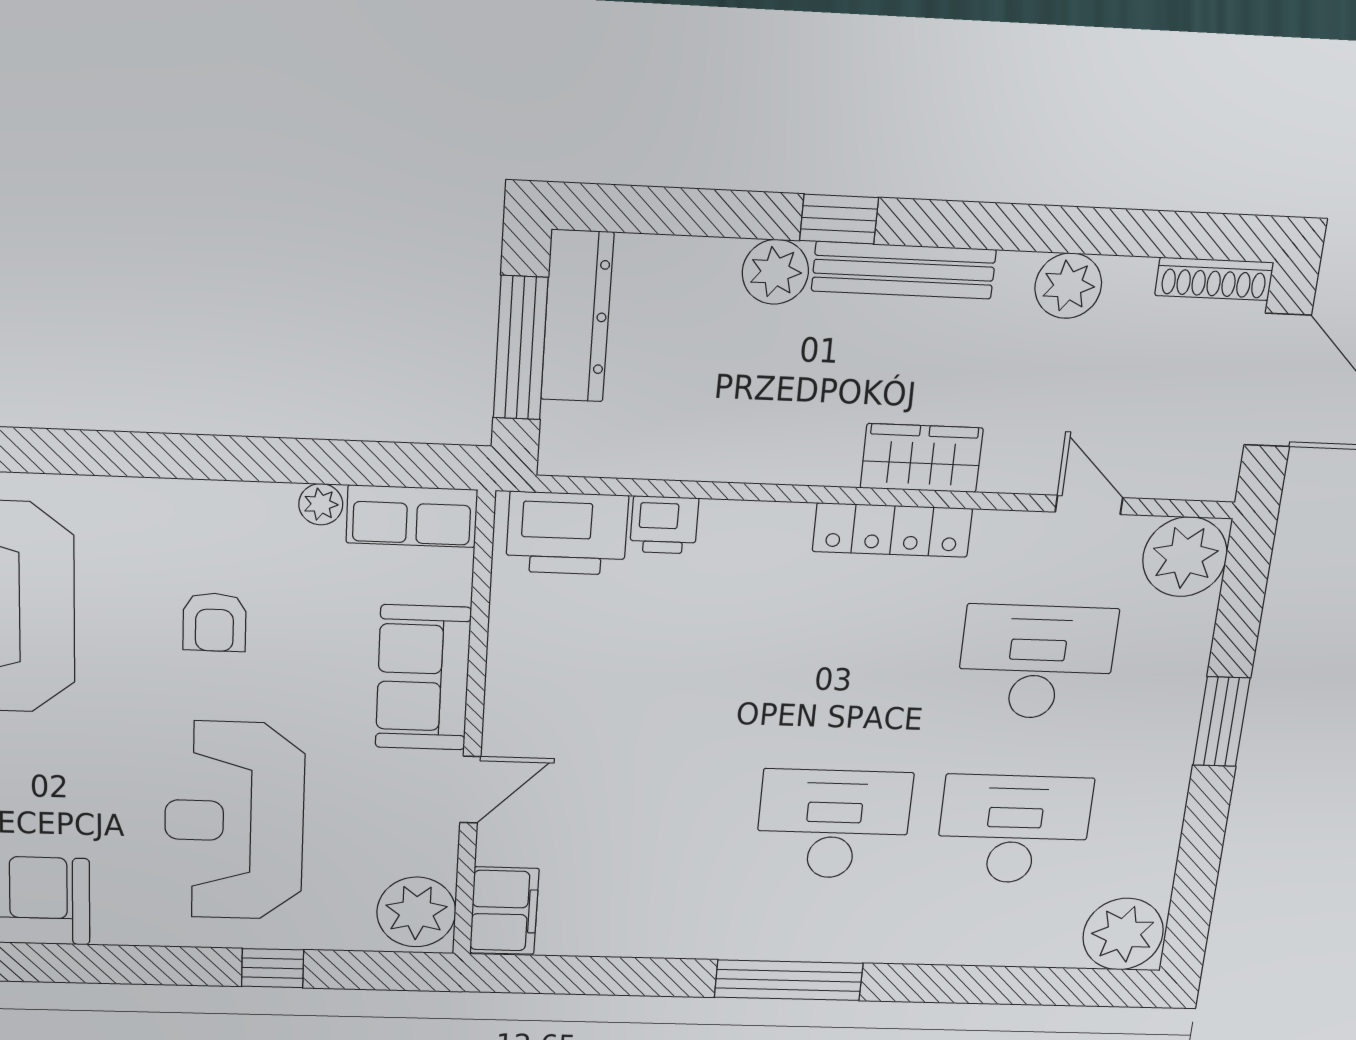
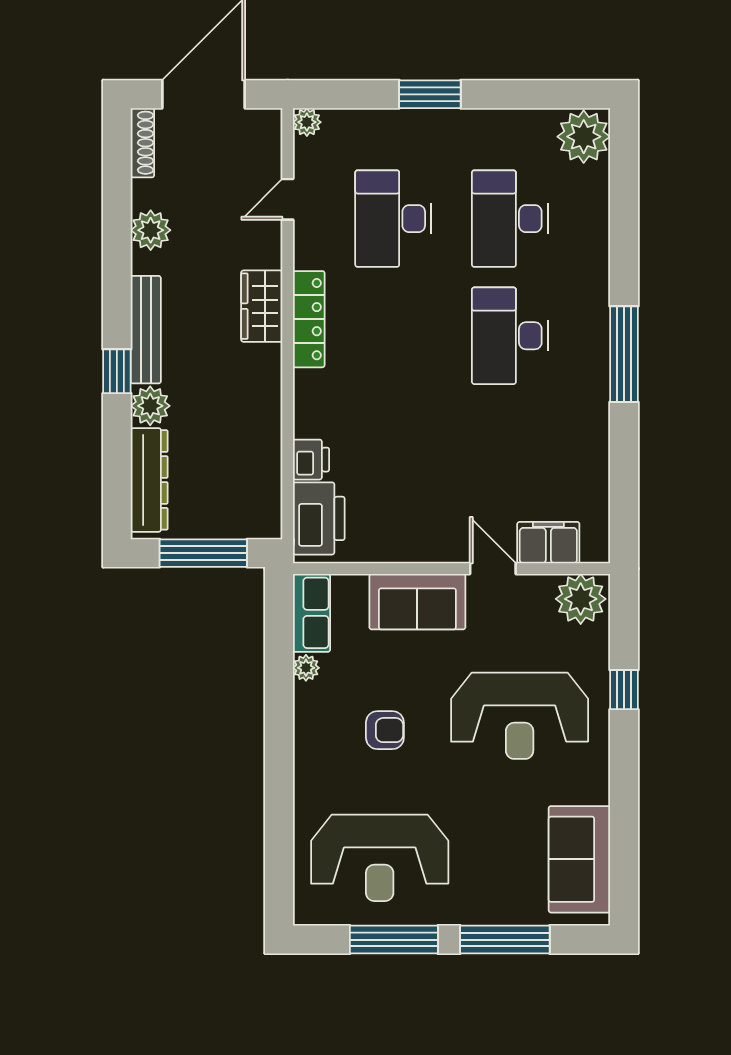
dresser: (577, 316) -> (149, 480), moved, turned 90
plant: (1185, 557) -> (307, 122), width x0.53, depth x0.53
filing cabinet: (504, 911) -> (548, 543), moved

